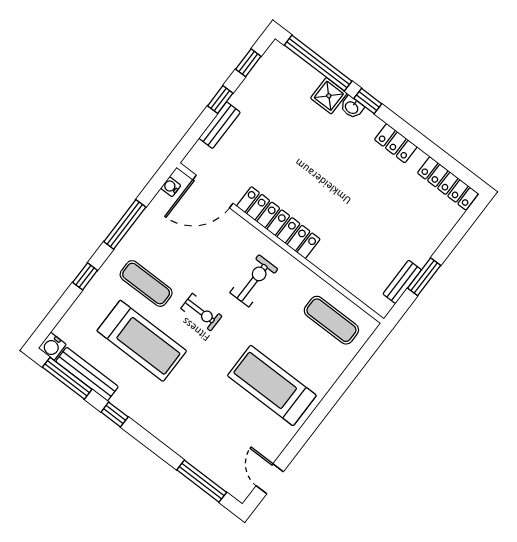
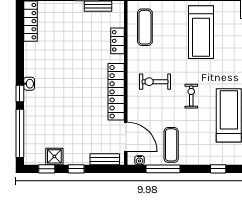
shower: (329, 96) -> (54, 156), moved
washbasin: (352, 107) -> (29, 84), moved
bench: (220, 125) -> (105, 159), moved
locker: (396, 143) -> (118, 41), moved, turned 180
window: (125, 224) -> (163, 169), moved
exercise mat: (146, 284) -> (171, 145), moved

